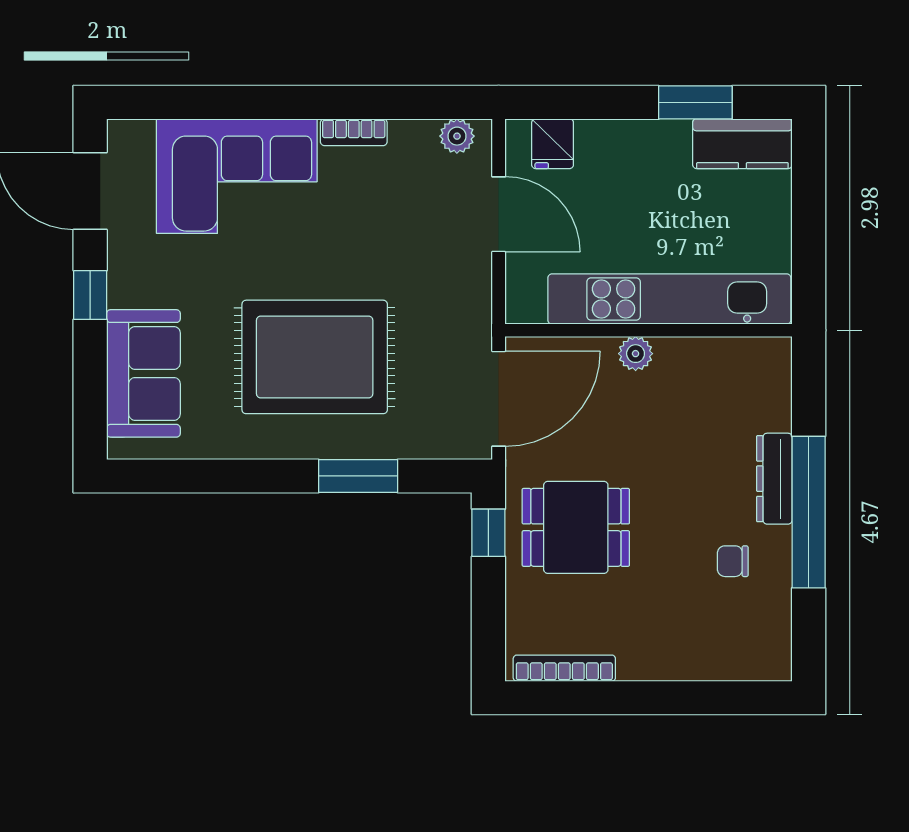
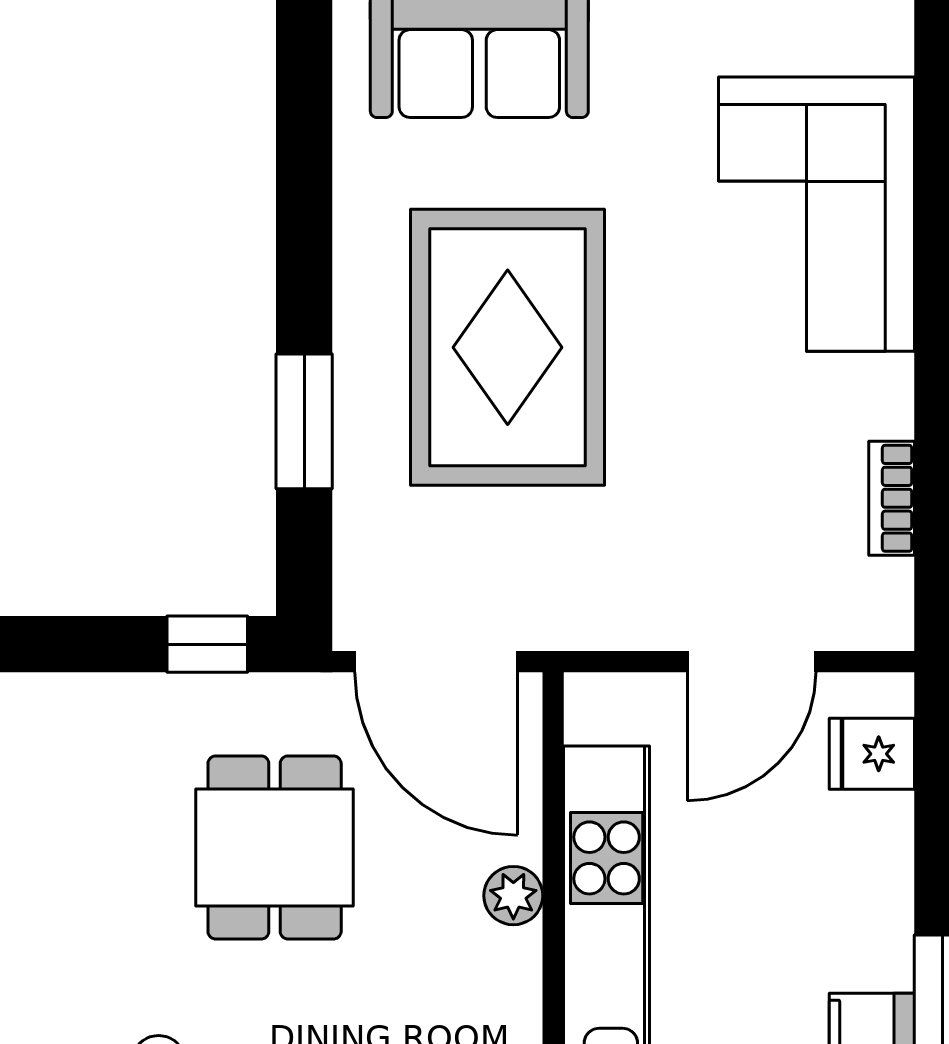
bookcase: (354, 132) -> (892, 498), moved
plant: (457, 136) -> (885, 590), removed
dining table: (576, 527) -> (275, 847), moved

